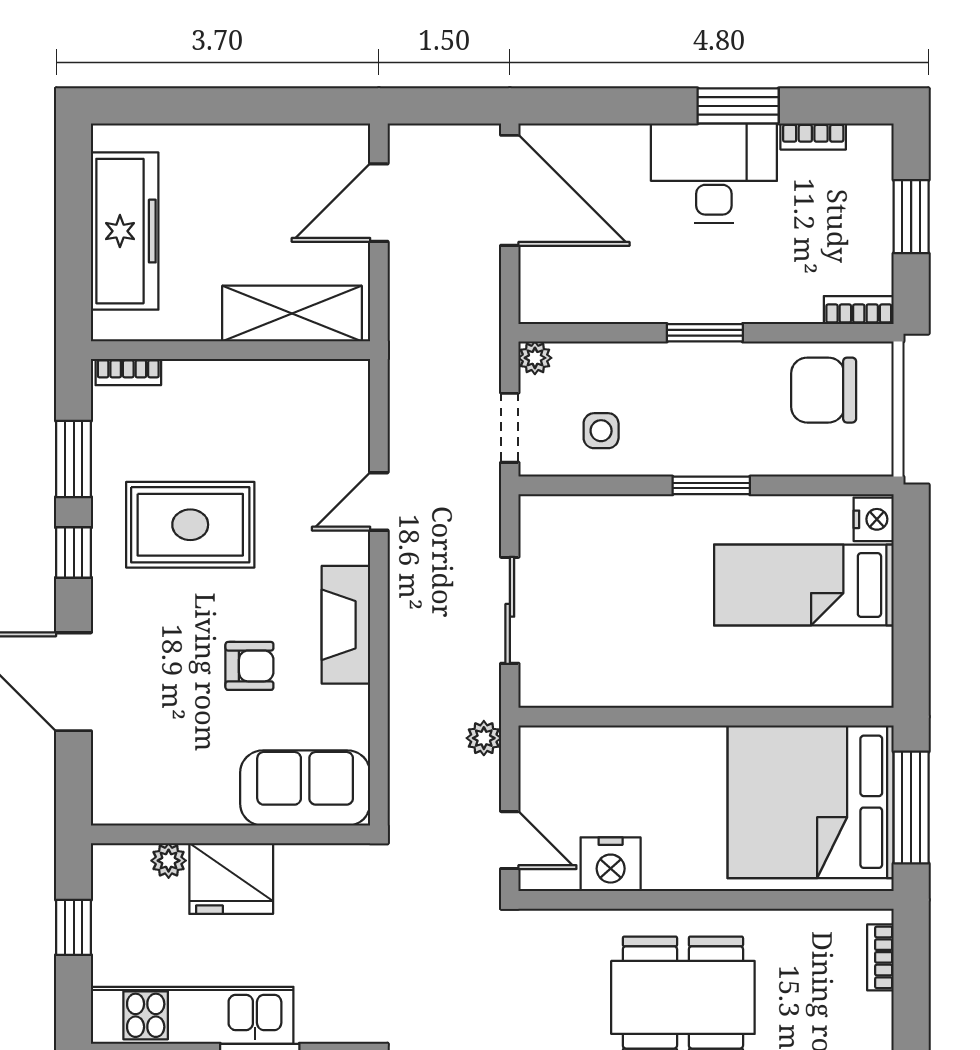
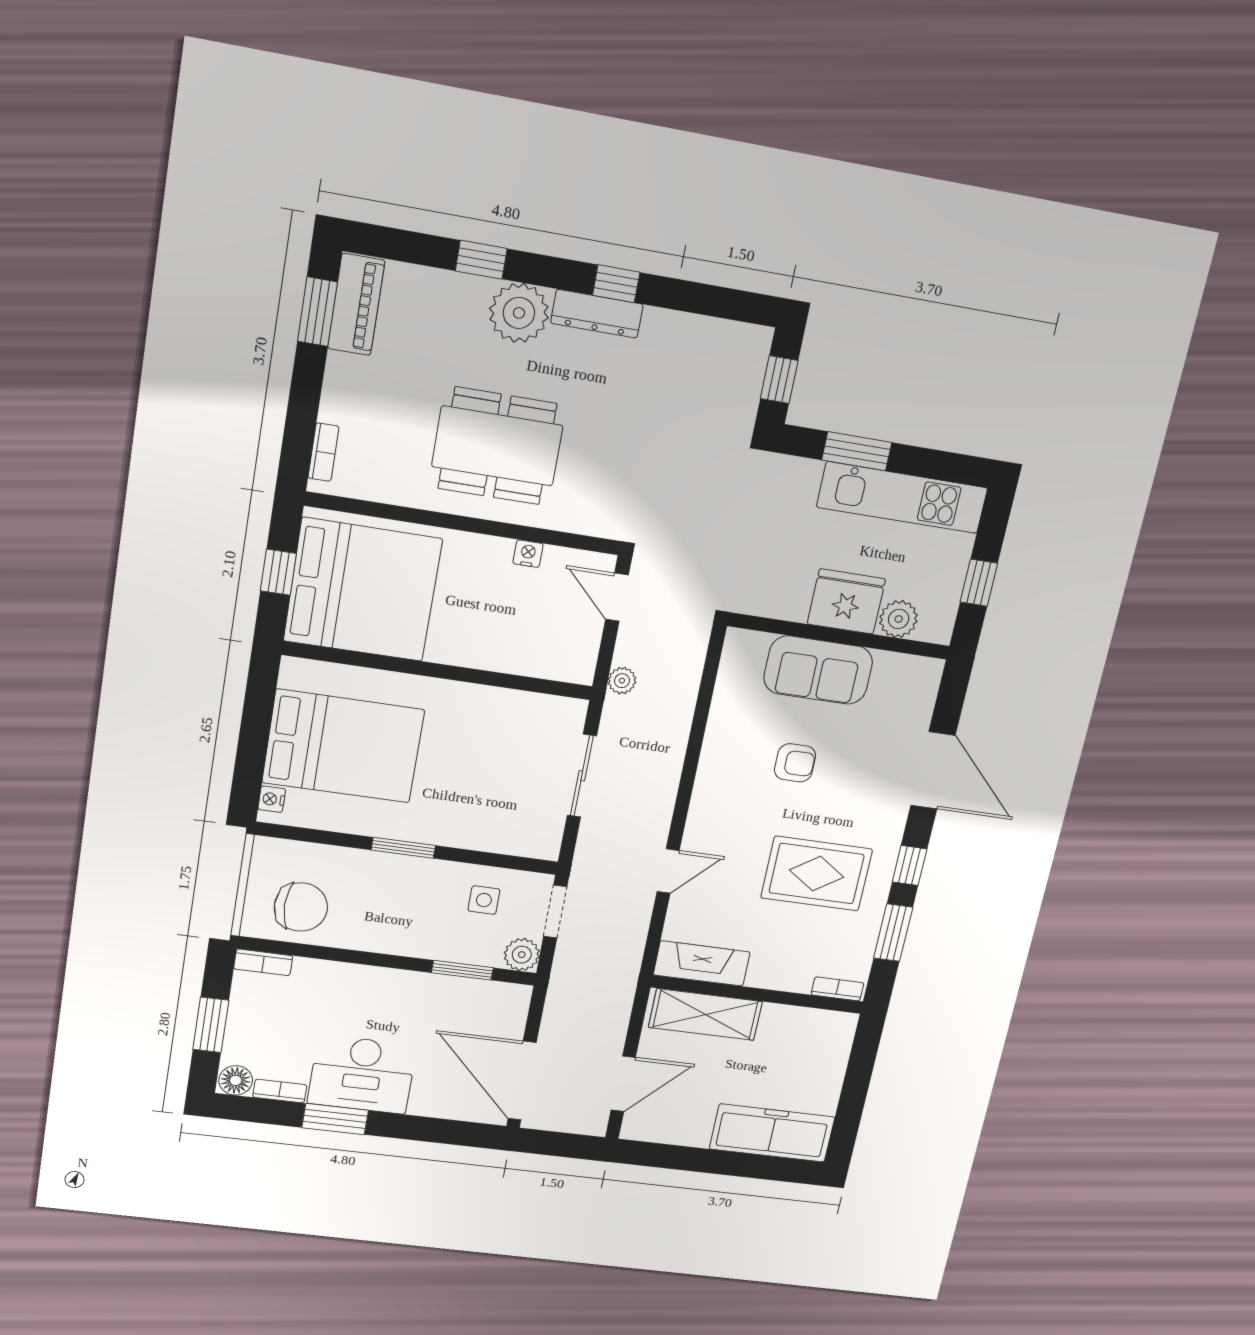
floor lamp: (870, 144) -> (236, 1080), added
freezer: (125, 231) -> (772, 1133), moved, turned 90
window: (705, 333) -> (462, 970), moved
plant: (535, 358) -> (522, 955), width x1.38, depth x1.38
nightstand: (874, 519) -> (272, 799), width x0.72, depth x0.74
bed: (804, 585) -> (343, 746), width x1.50
fireplace: (346, 625) -> (702, 963), moved, turned -90
armchair: (249, 666) -> (795, 763), turned 180
sofa: (305, 788) -> (818, 670), moved
window: (911, 808) -> (278, 572), width x0.46
plant: (169, 861) -> (899, 619), width x1.38, depth x1.38
nightstand: (611, 864) -> (528, 554), width x0.53, depth x0.56

